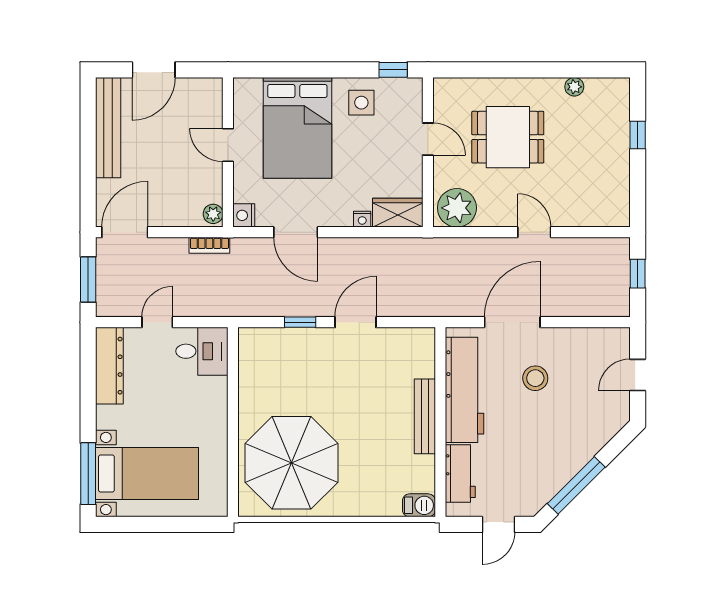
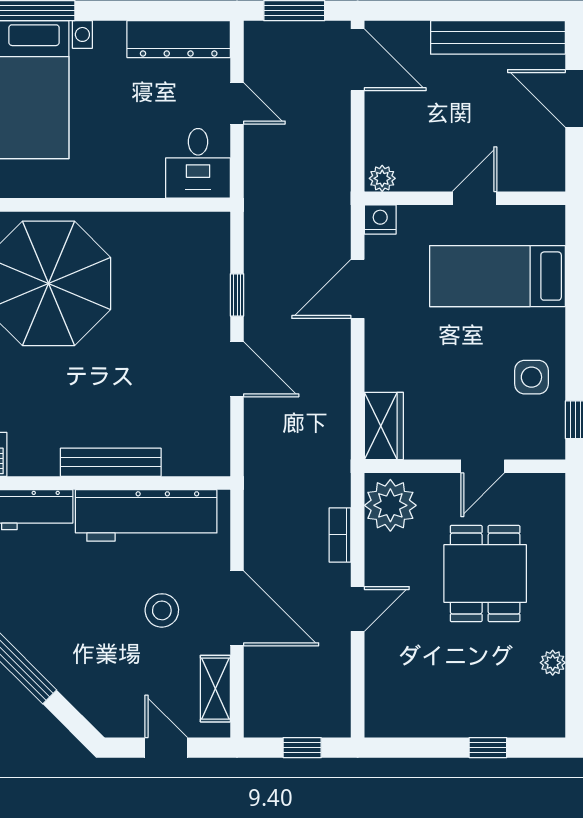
bed: (297, 128) -> (497, 276), width x0.67
nightstand: (362, 219) -> (375, 378), removed
bookcase: (209, 245) -> (340, 535), moved
door: (512, 322) -> (237, 608), moved
shelving: (594, 338) -> (215, 689), added

